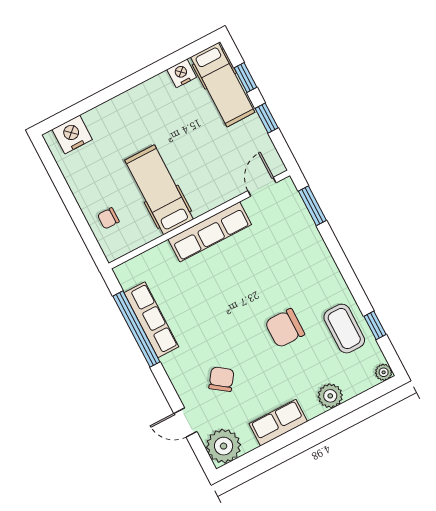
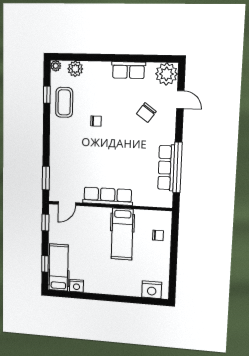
window: (267, 118) -> (45, 223), moved
chair: (285, 328) -> (96, 121), width x0.54, depth x0.54
plant: (330, 396) -> (75, 69), moved

